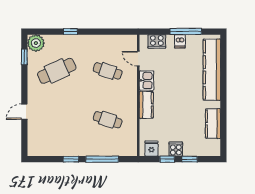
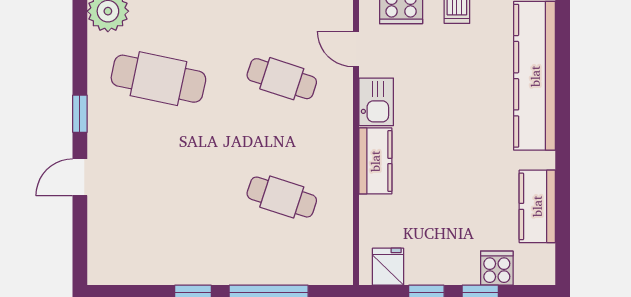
window: (24, 57) -> (80, 114), moved
cafe table: (57, 71) -> (158, 79), turned 36
cooker: (176, 149) -> (497, 268), moved

